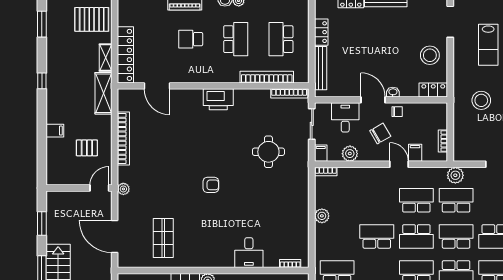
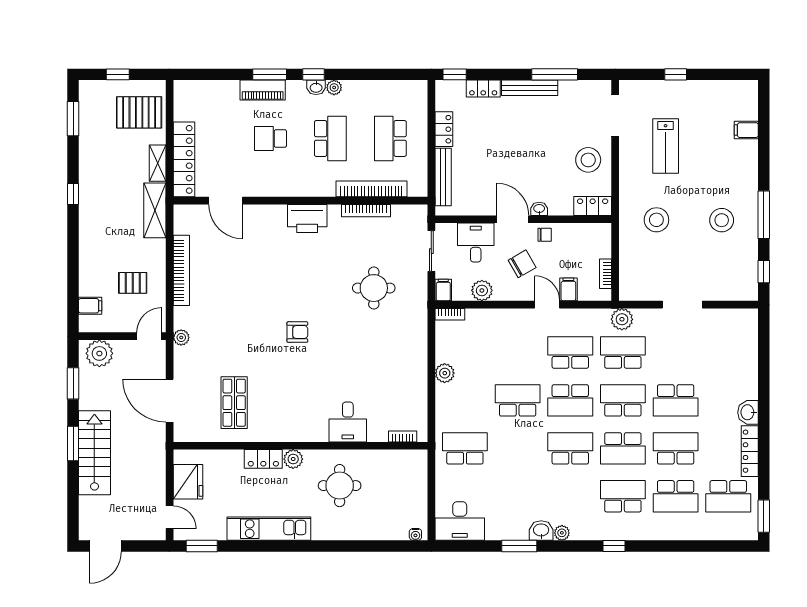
bookcase: (289, 93) -> (366, 211), moved
filing cabinet: (55, 131) -> (90, 306), moved
plant: (62, 201) -> (99, 353), added

